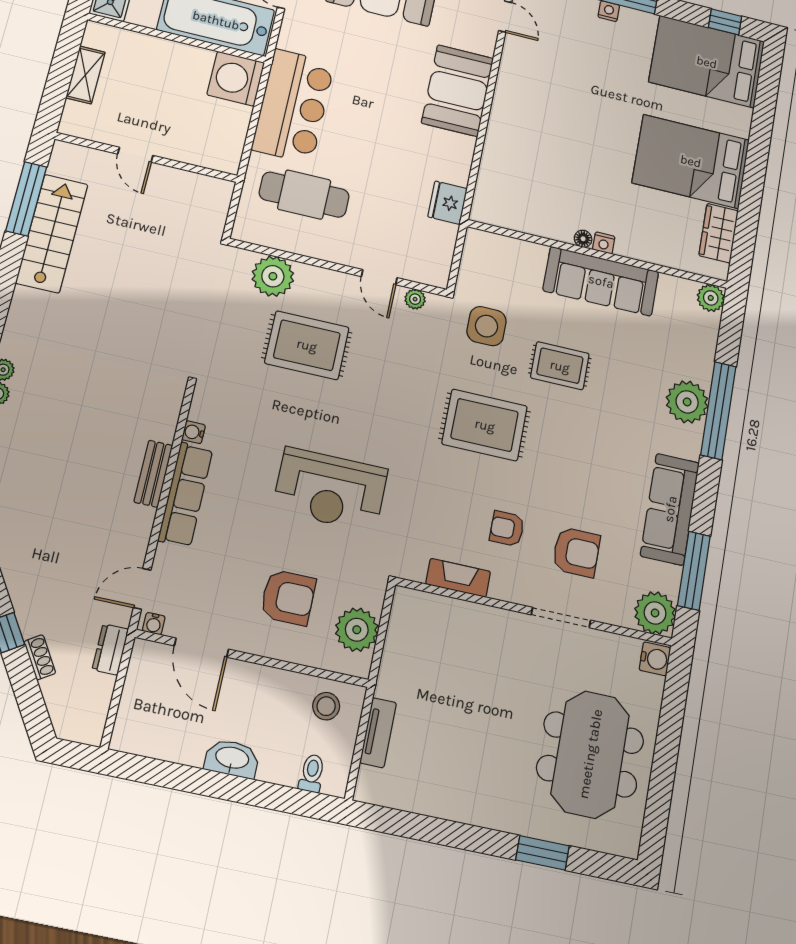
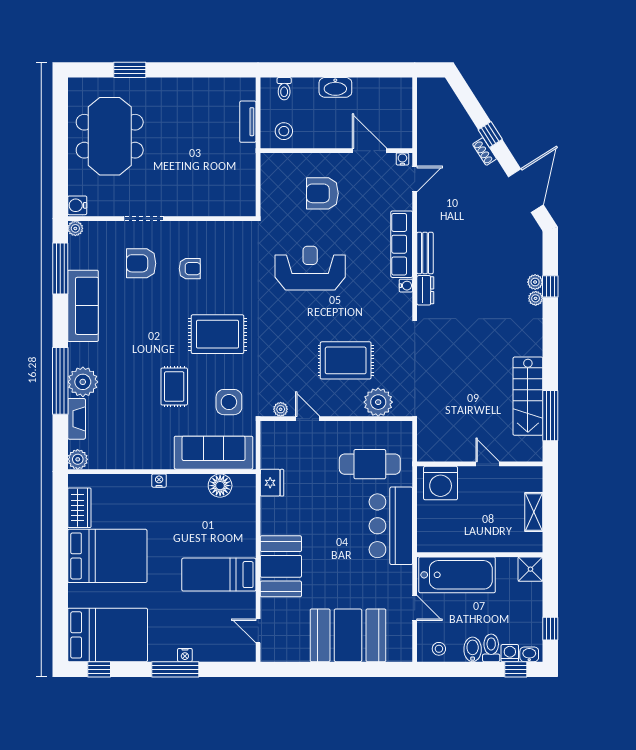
washing machine: (236, 79) -> (441, 483), moved, turned 90
bed: (544, 101) -> (219, 575), added
floor lamp: (583, 239) -> (220, 486), moved, width x1.89, depth x1.89
sofa: (601, 281) -> (214, 453), moved
rug: (560, 366) -> (174, 387), turned 90
fireplace: (458, 578) -> (77, 419), moved, turned -90
plant: (655, 613) -> (75, 228), width x0.53, depth x0.53
plant: (357, 630) -> (274, 183), removed
dresser: (110, 649) -> (425, 290), moved
shoe rack: (40, 657) -> (485, 151), moved

